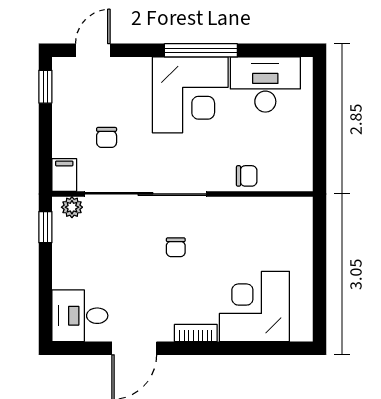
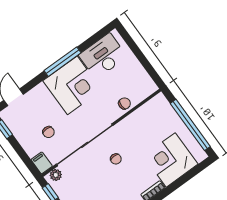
window: (319, 276) -> (190, 125), added

